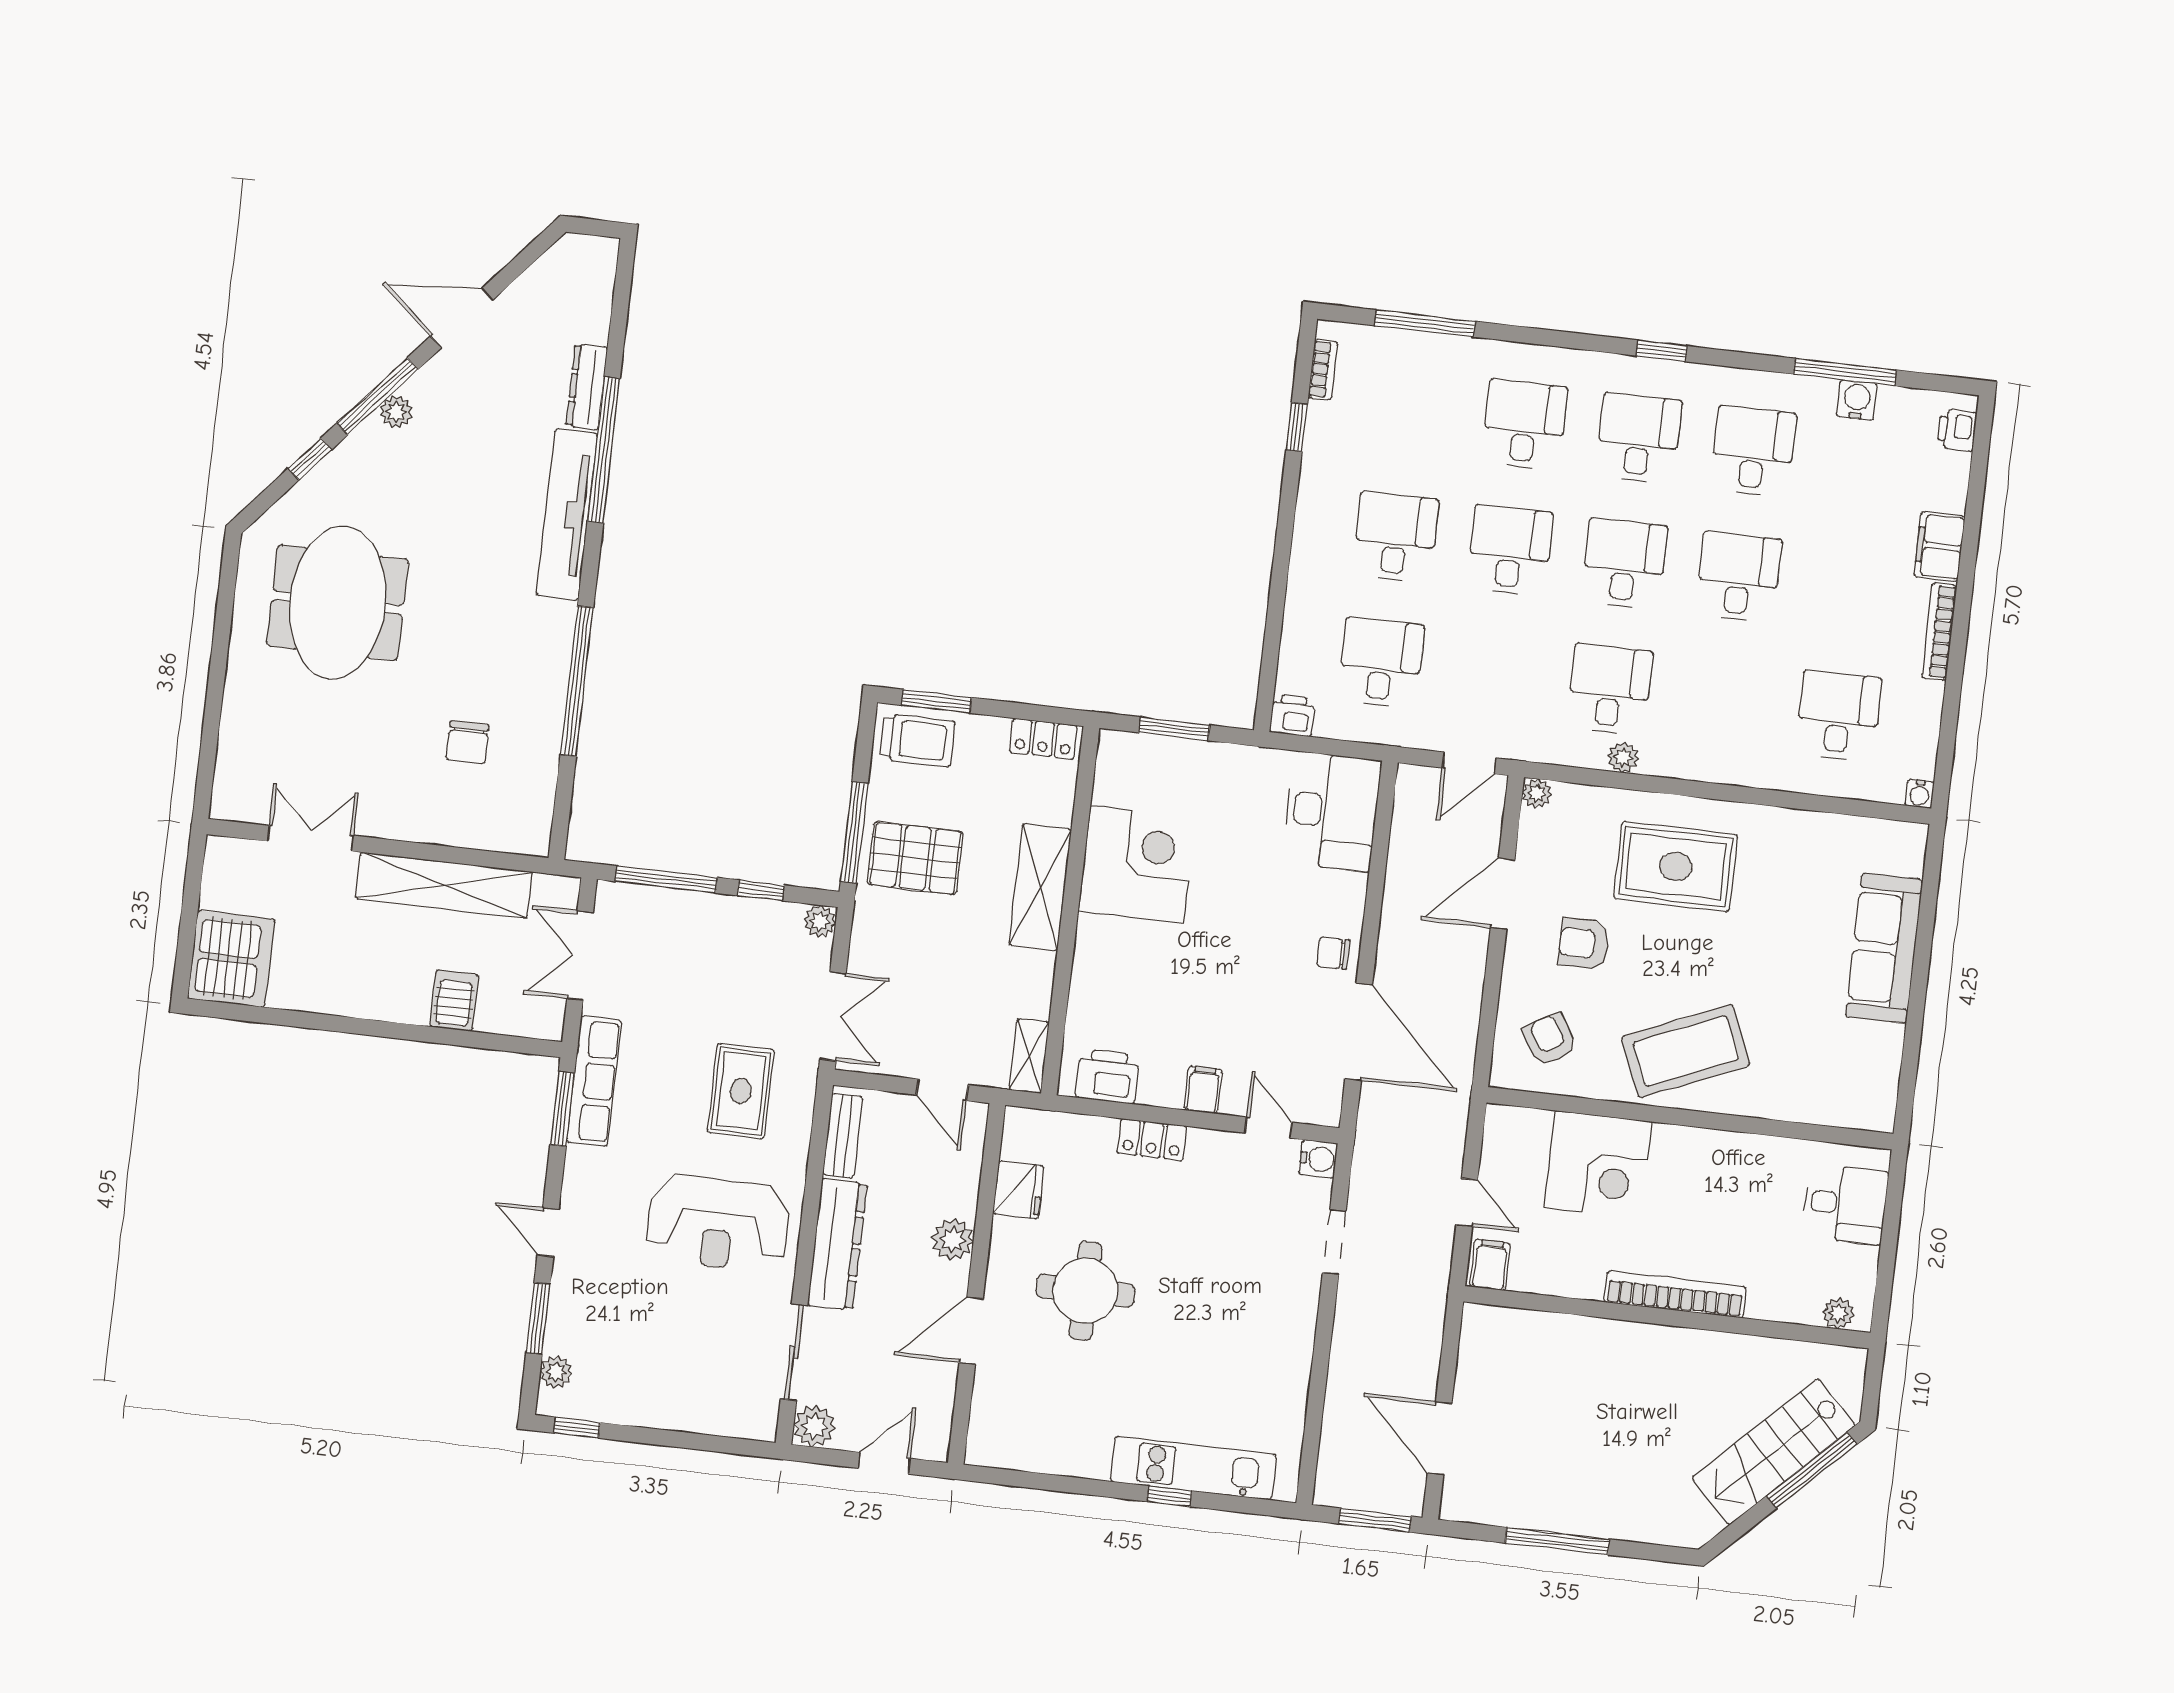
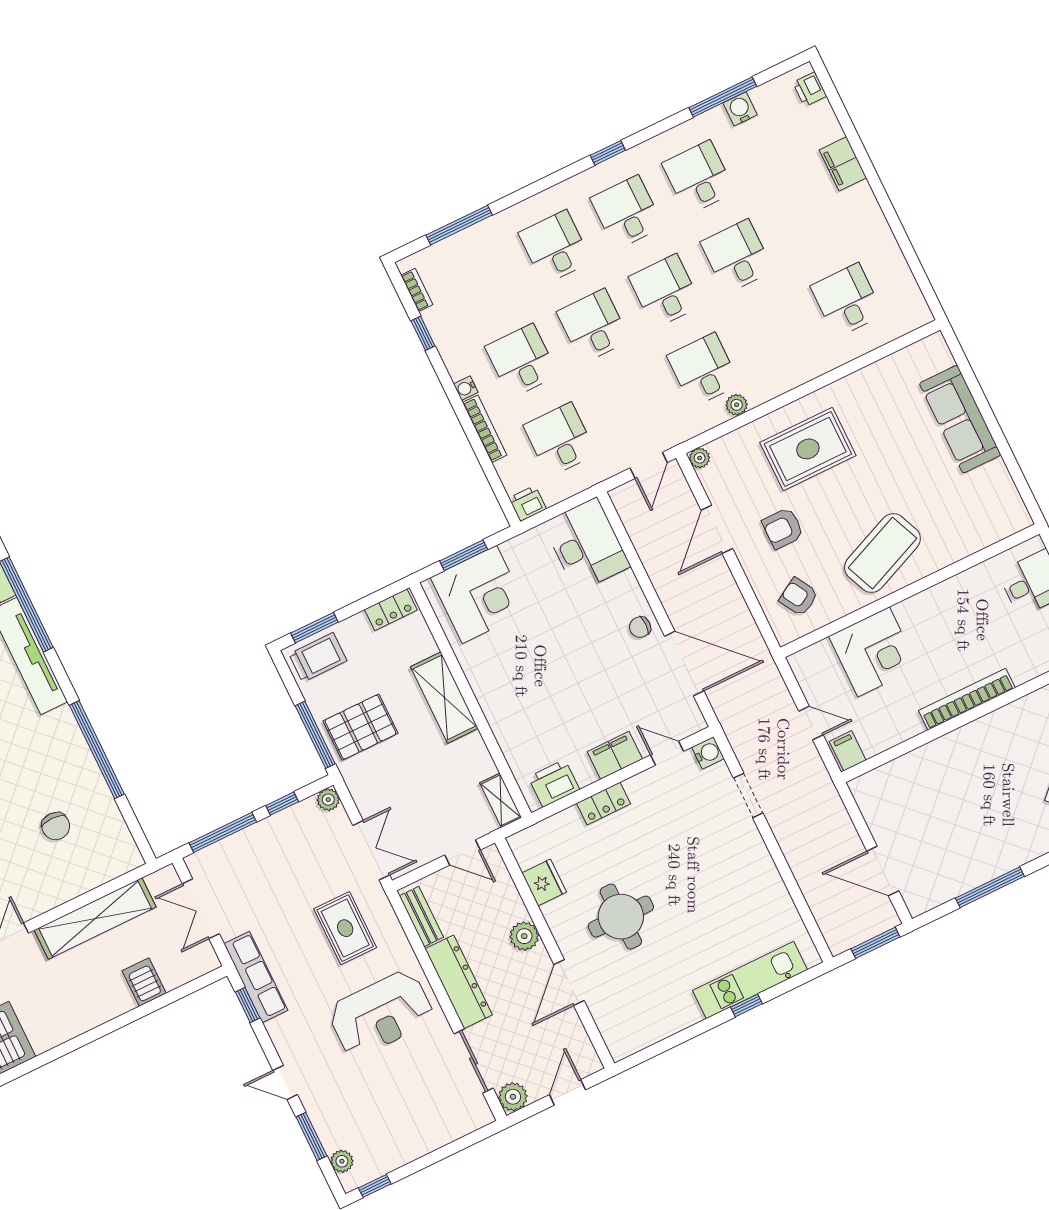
bookcase: (1939, 631) -> (485, 429), moved, turned 180
water cooler: (1920, 794) -> (466, 388), moved, turned 90
corner desk: (1137, 864) -> (479, 594), moved, turned 90
filing cabinet: (1203, 1090) -> (615, 755), width x2.00
window: (562, 1109) -> (248, 1005), width x0.67

